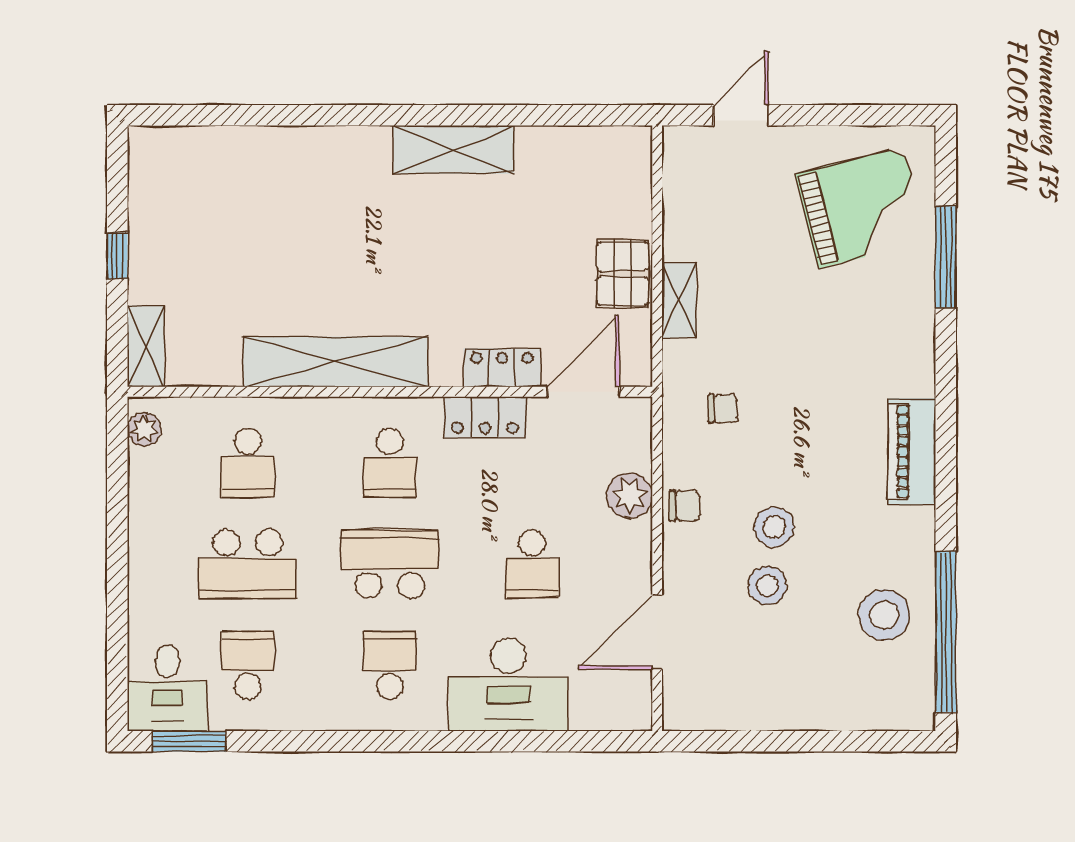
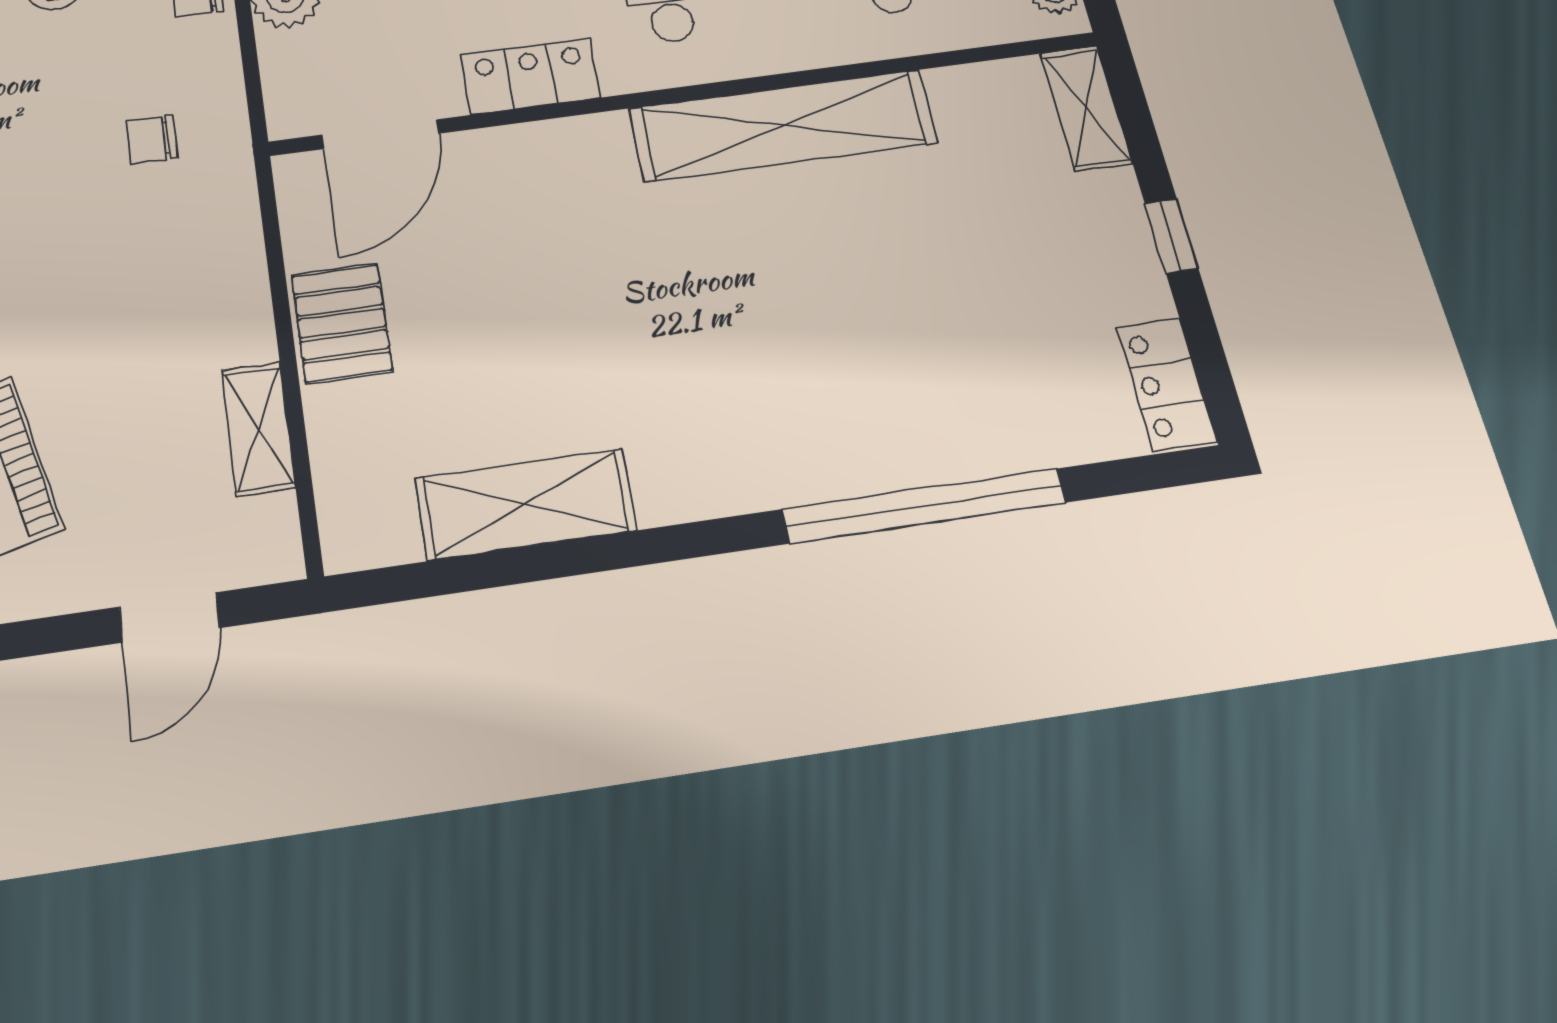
window: (306, 115) -> (924, 506), added
shelving: (454, 150) -> (526, 504), moved
shelving: (679, 300) -> (258, 429), moved
locker: (502, 368) -> (1166, 384), moved, turned 90

